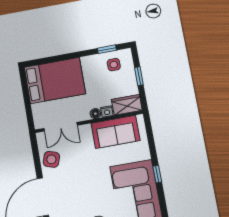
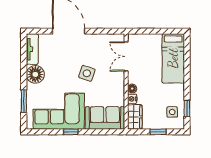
bed: (55, 80) -> (173, 58), width x0.67
sofa: (116, 132) -> (105, 118), moved, turned 90
side table: (51, 159) -> (87, 73), moved

